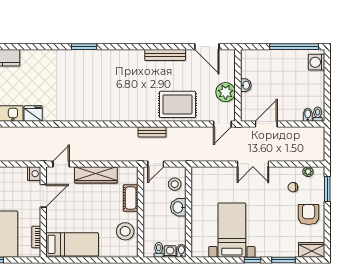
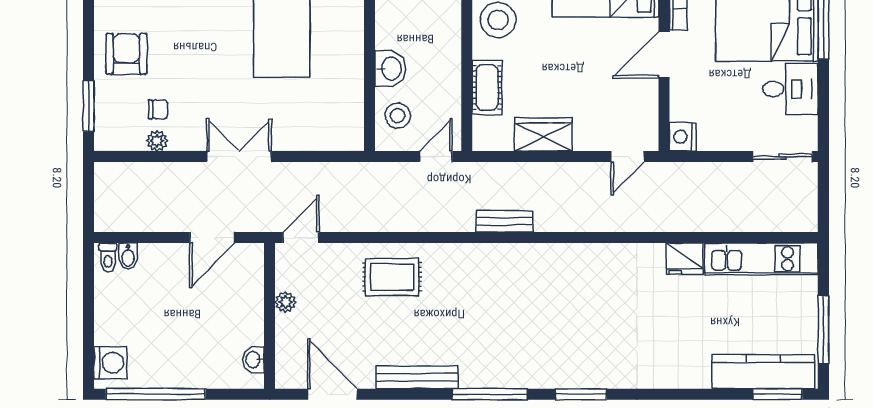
window: (129, 47) -> (490, 394), added
washbasin: (246, 85) -> (254, 360), moved
plant: (226, 92) -> (285, 302), width x0.53, depth x0.53
rug: (177, 104) -> (392, 277), width x0.73, depth x0.70
bench: (152, 132) -> (505, 221), moved
plant: (308, 172) -> (157, 141), moved
wardrobe: (96, 175) -> (543, 134), width x0.67
door: (43, 196) -> (664, 55), moved
armchair: (309, 214) -> (126, 54), turned 180

